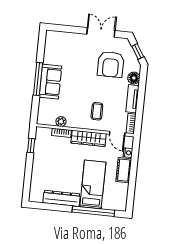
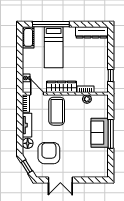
coffee table: (97, 111) -> (57, 111), width x1.86, depth x1.72
cot: (124, 170) -> (28, 37), moved
dresser: (62, 198) -> (92, 32), moved

